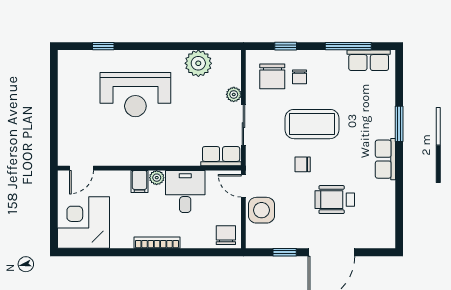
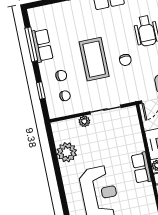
row of seats: (369, 60) -> (42, 45), moved
chair: (272, 76) -> (65, 96), width x0.54, depth x0.54
row of seats: (221, 156) -> (141, 168), moved

